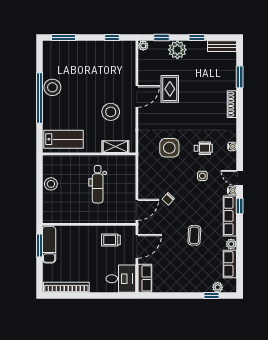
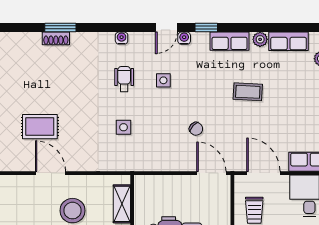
window: (240, 77) -> (60, 27), moved
shoe rack: (232, 104) -> (56, 38), width x0.70
side table: (169, 148) -> (124, 127), width x0.54, depth x0.54
row of seats: (230, 216) -> (230, 41), width x0.68

